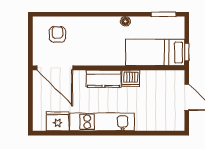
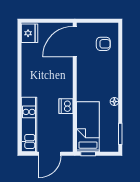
kitchen counter: (104, 79) -> (66, 83), removed
fridge: (58, 121) -> (29, 33), moved
kitchen unit: (102, 122) -> (29, 125), moved

